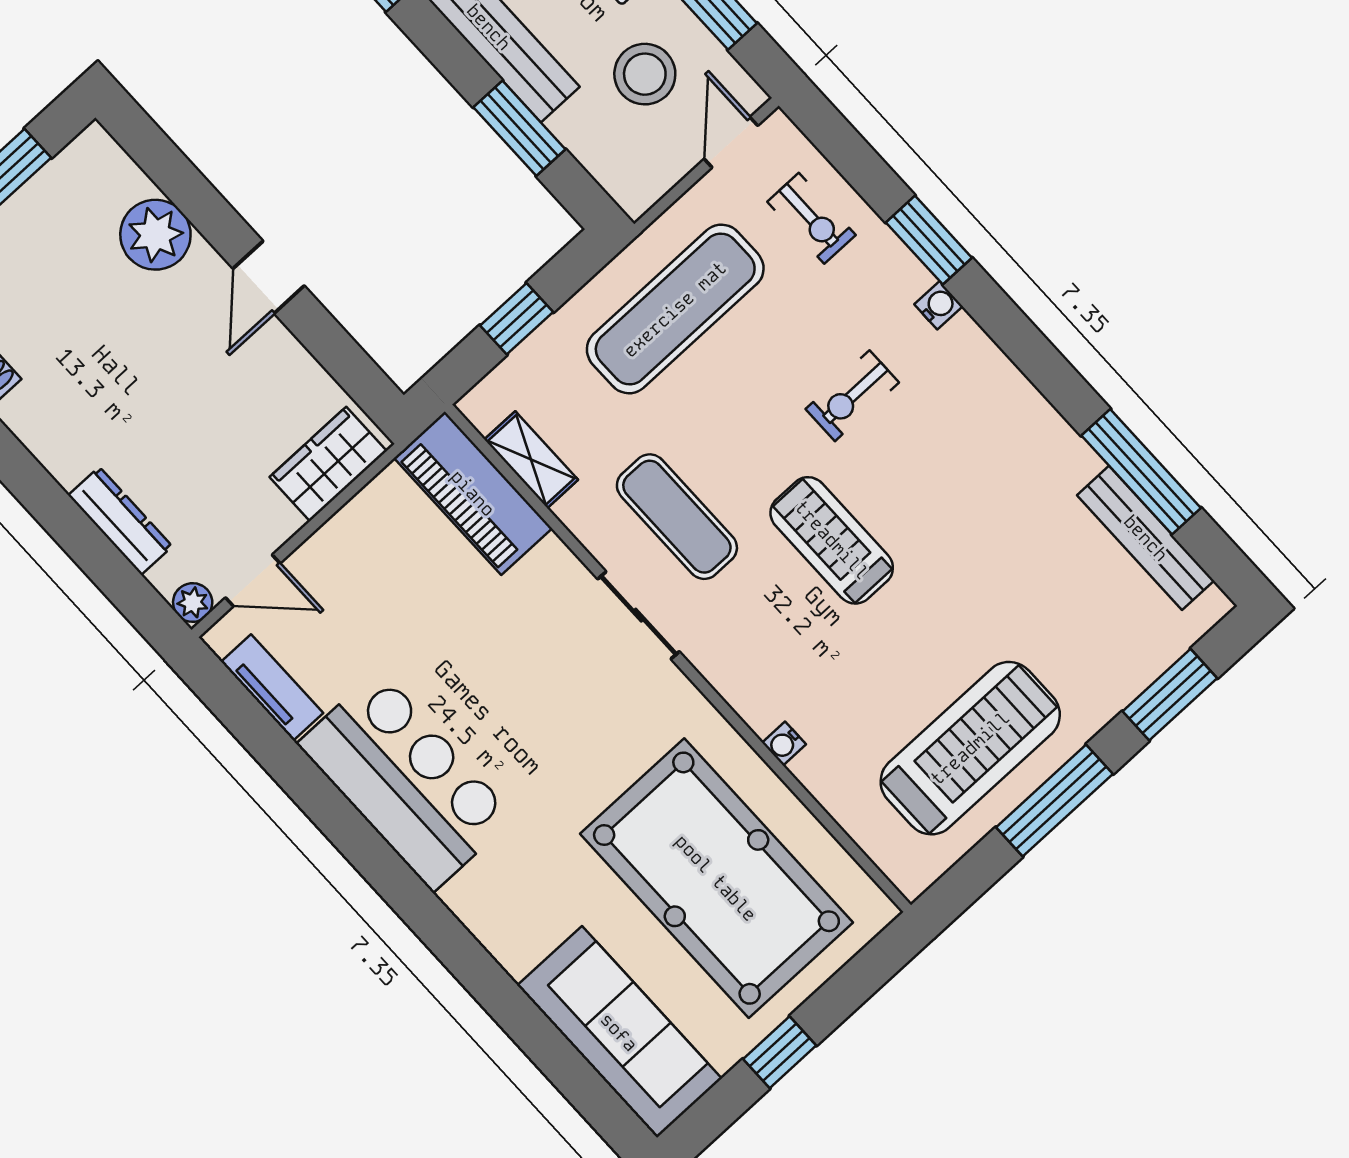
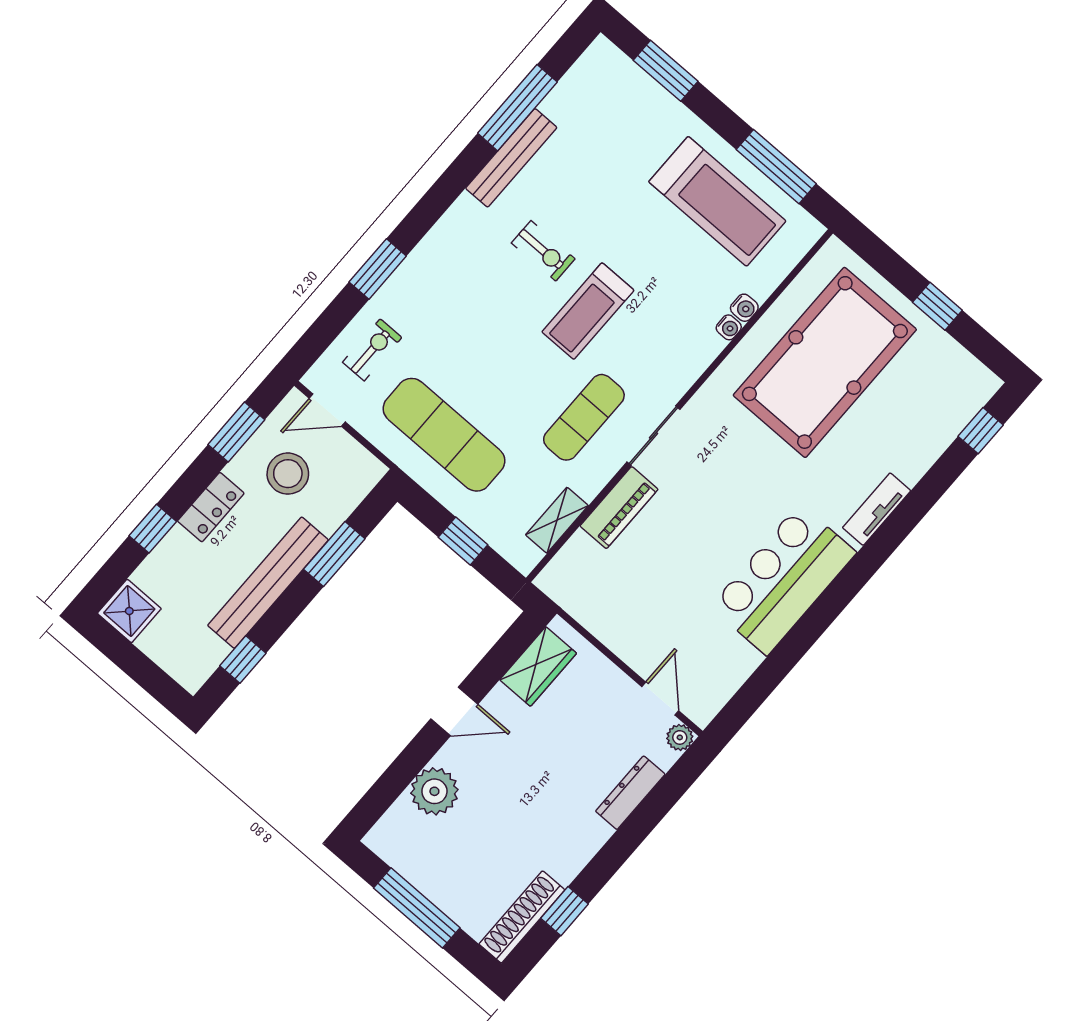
water cooler: (938, 305) -> (744, 308), moved, turned 180
exercise bike: (852, 396) -> (543, 251), moved
wardrobe: (328, 464) -> (538, 666), moved, turned -90
piano: (473, 493) -> (619, 508), moved, width x0.73, depth x0.75
bench: (1146, 538) -> (511, 158), moved
tv unit: (272, 688) -> (877, 509), moved
treadmill: (970, 748) -> (717, 201), turned 180
window: (1054, 801) -> (776, 167), moved
sofa: (619, 1032) -> (936, 416), removed
window: (590, 1094) -> (981, 431), added

